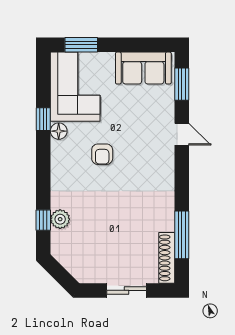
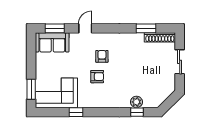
sofa: (143, 68) -> (52, 42), moved, turned 90
floor lamp: (59, 131) -> (83, 103), removed
armchair: (136, 162) -> (102, 56), added
window: (182, 235) -> (146, 28), width x0.69

